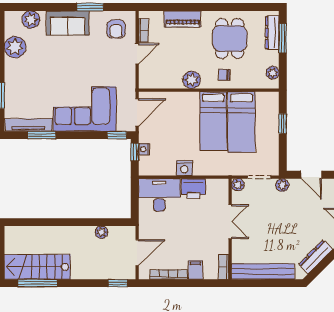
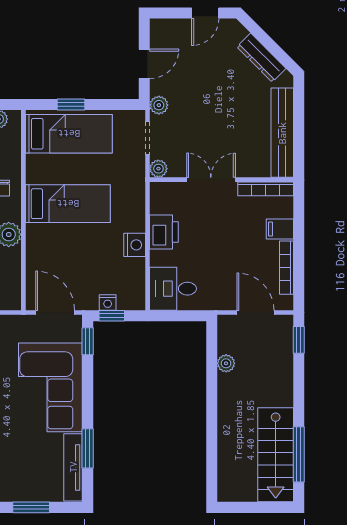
bed: (241, 122) -> (69, 134), moved
desk: (159, 195) -> (173, 289), width x0.73
bookcase: (224, 267) -> (266, 189), width x1.56

